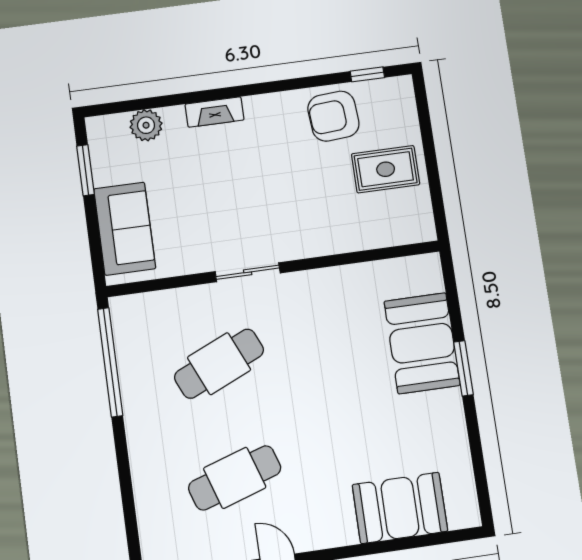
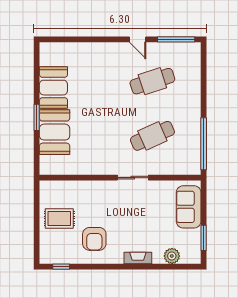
armchair: (333, 116) -> (94, 239), moved, turned 94
booth: (400, 508) -> (53, 88), moved, turned 90

